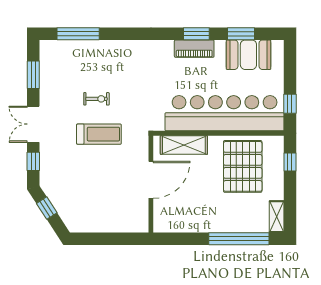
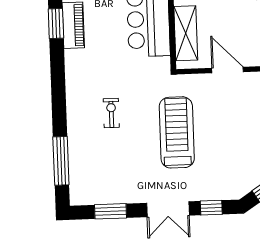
exercise bike: (96, 99) -> (111, 113), moved
treadmill: (99, 134) -> (177, 132), width x1.37, depth x1.38
door: (151, 180) -> (228, 70), width x0.73

